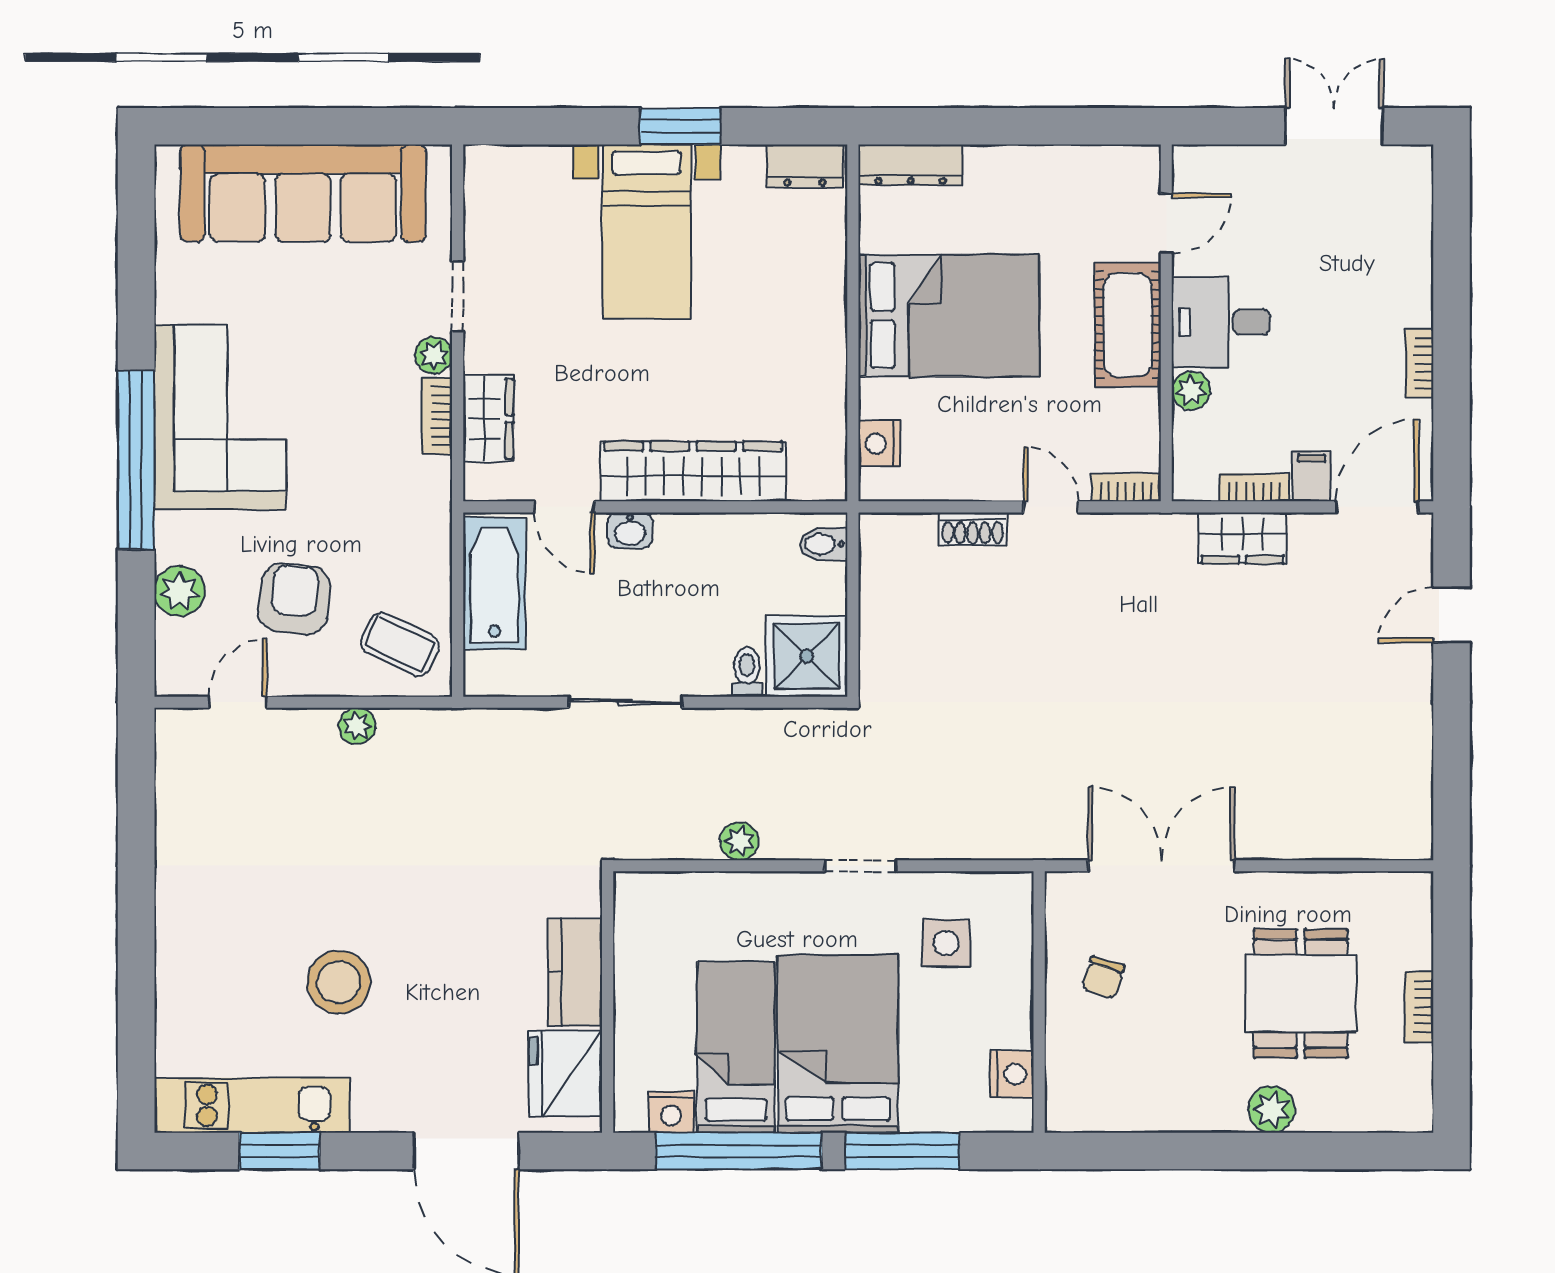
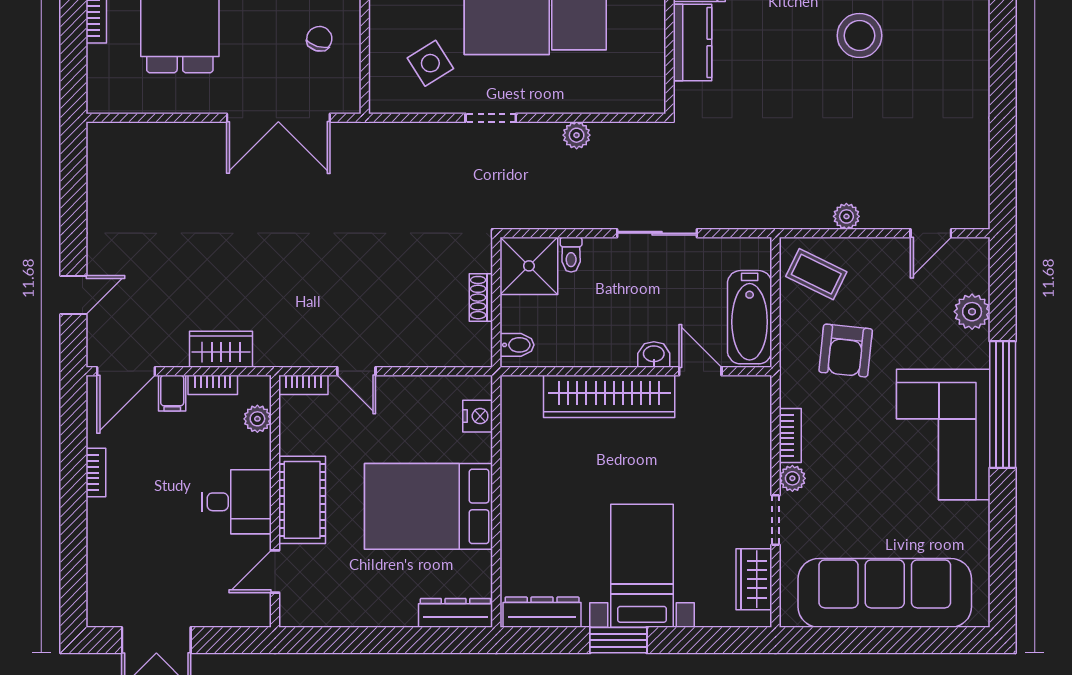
dresser: (805, 166) -> (542, 612), width x1.44
plant: (1191, 391) -> (257, 419), moved
wardrobe: (488, 419) -> (754, 579), moved
shoe rack: (973, 529) -> (481, 298), moved, turned -90
armchair: (294, 599) -> (846, 351), moved
side table: (946, 943) -> (430, 63), turned -32

